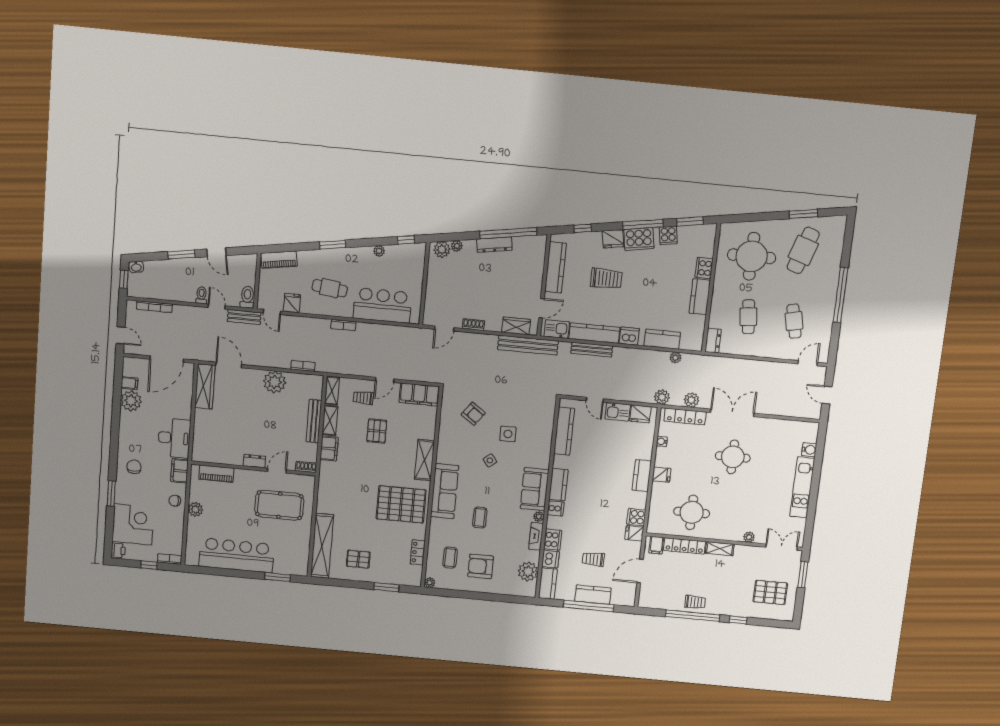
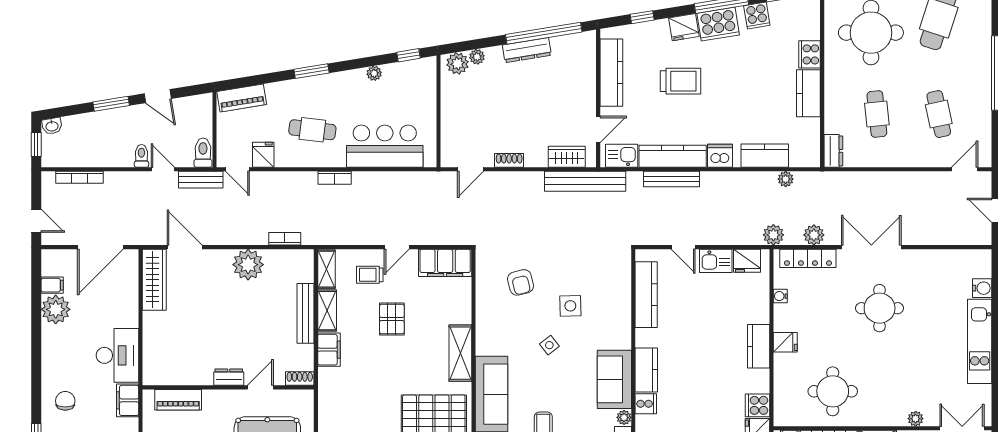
armchair: (473, 414) -> (521, 282), turned 40

